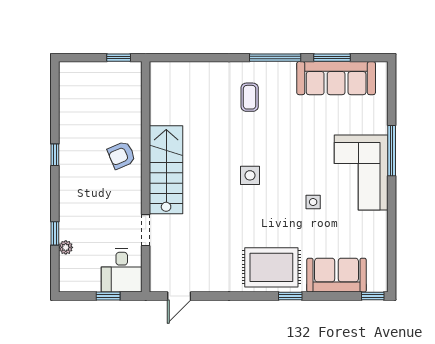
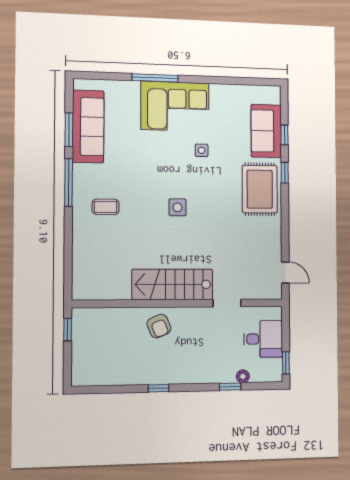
desk: (122, 270) -> (263, 339), moved
window: (108, 296) -> (286, 363), moved
window: (373, 296) -> (284, 135), moved

